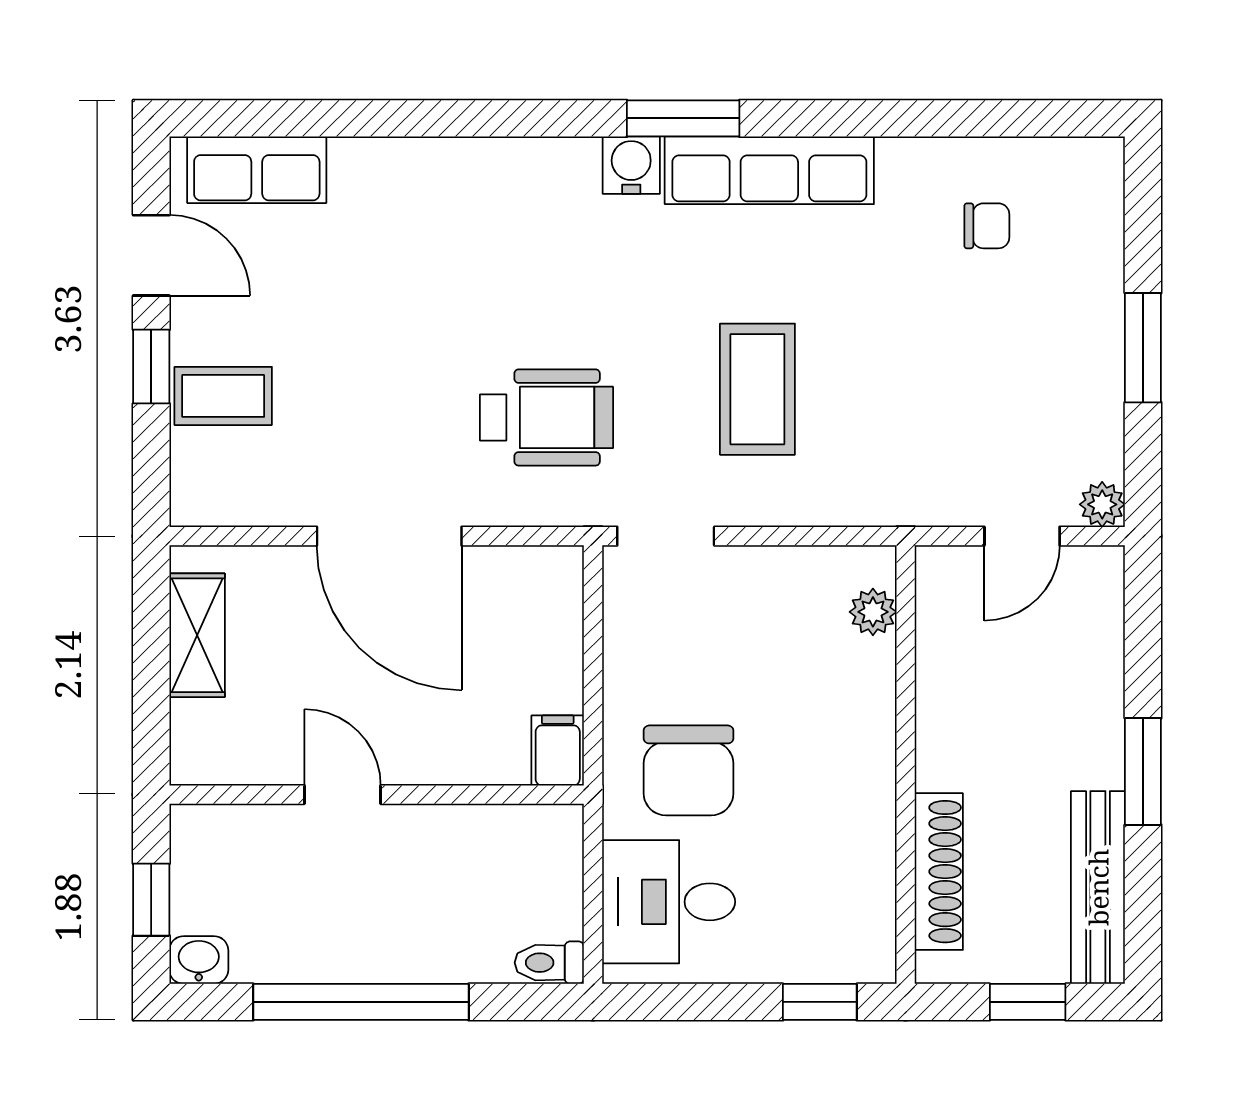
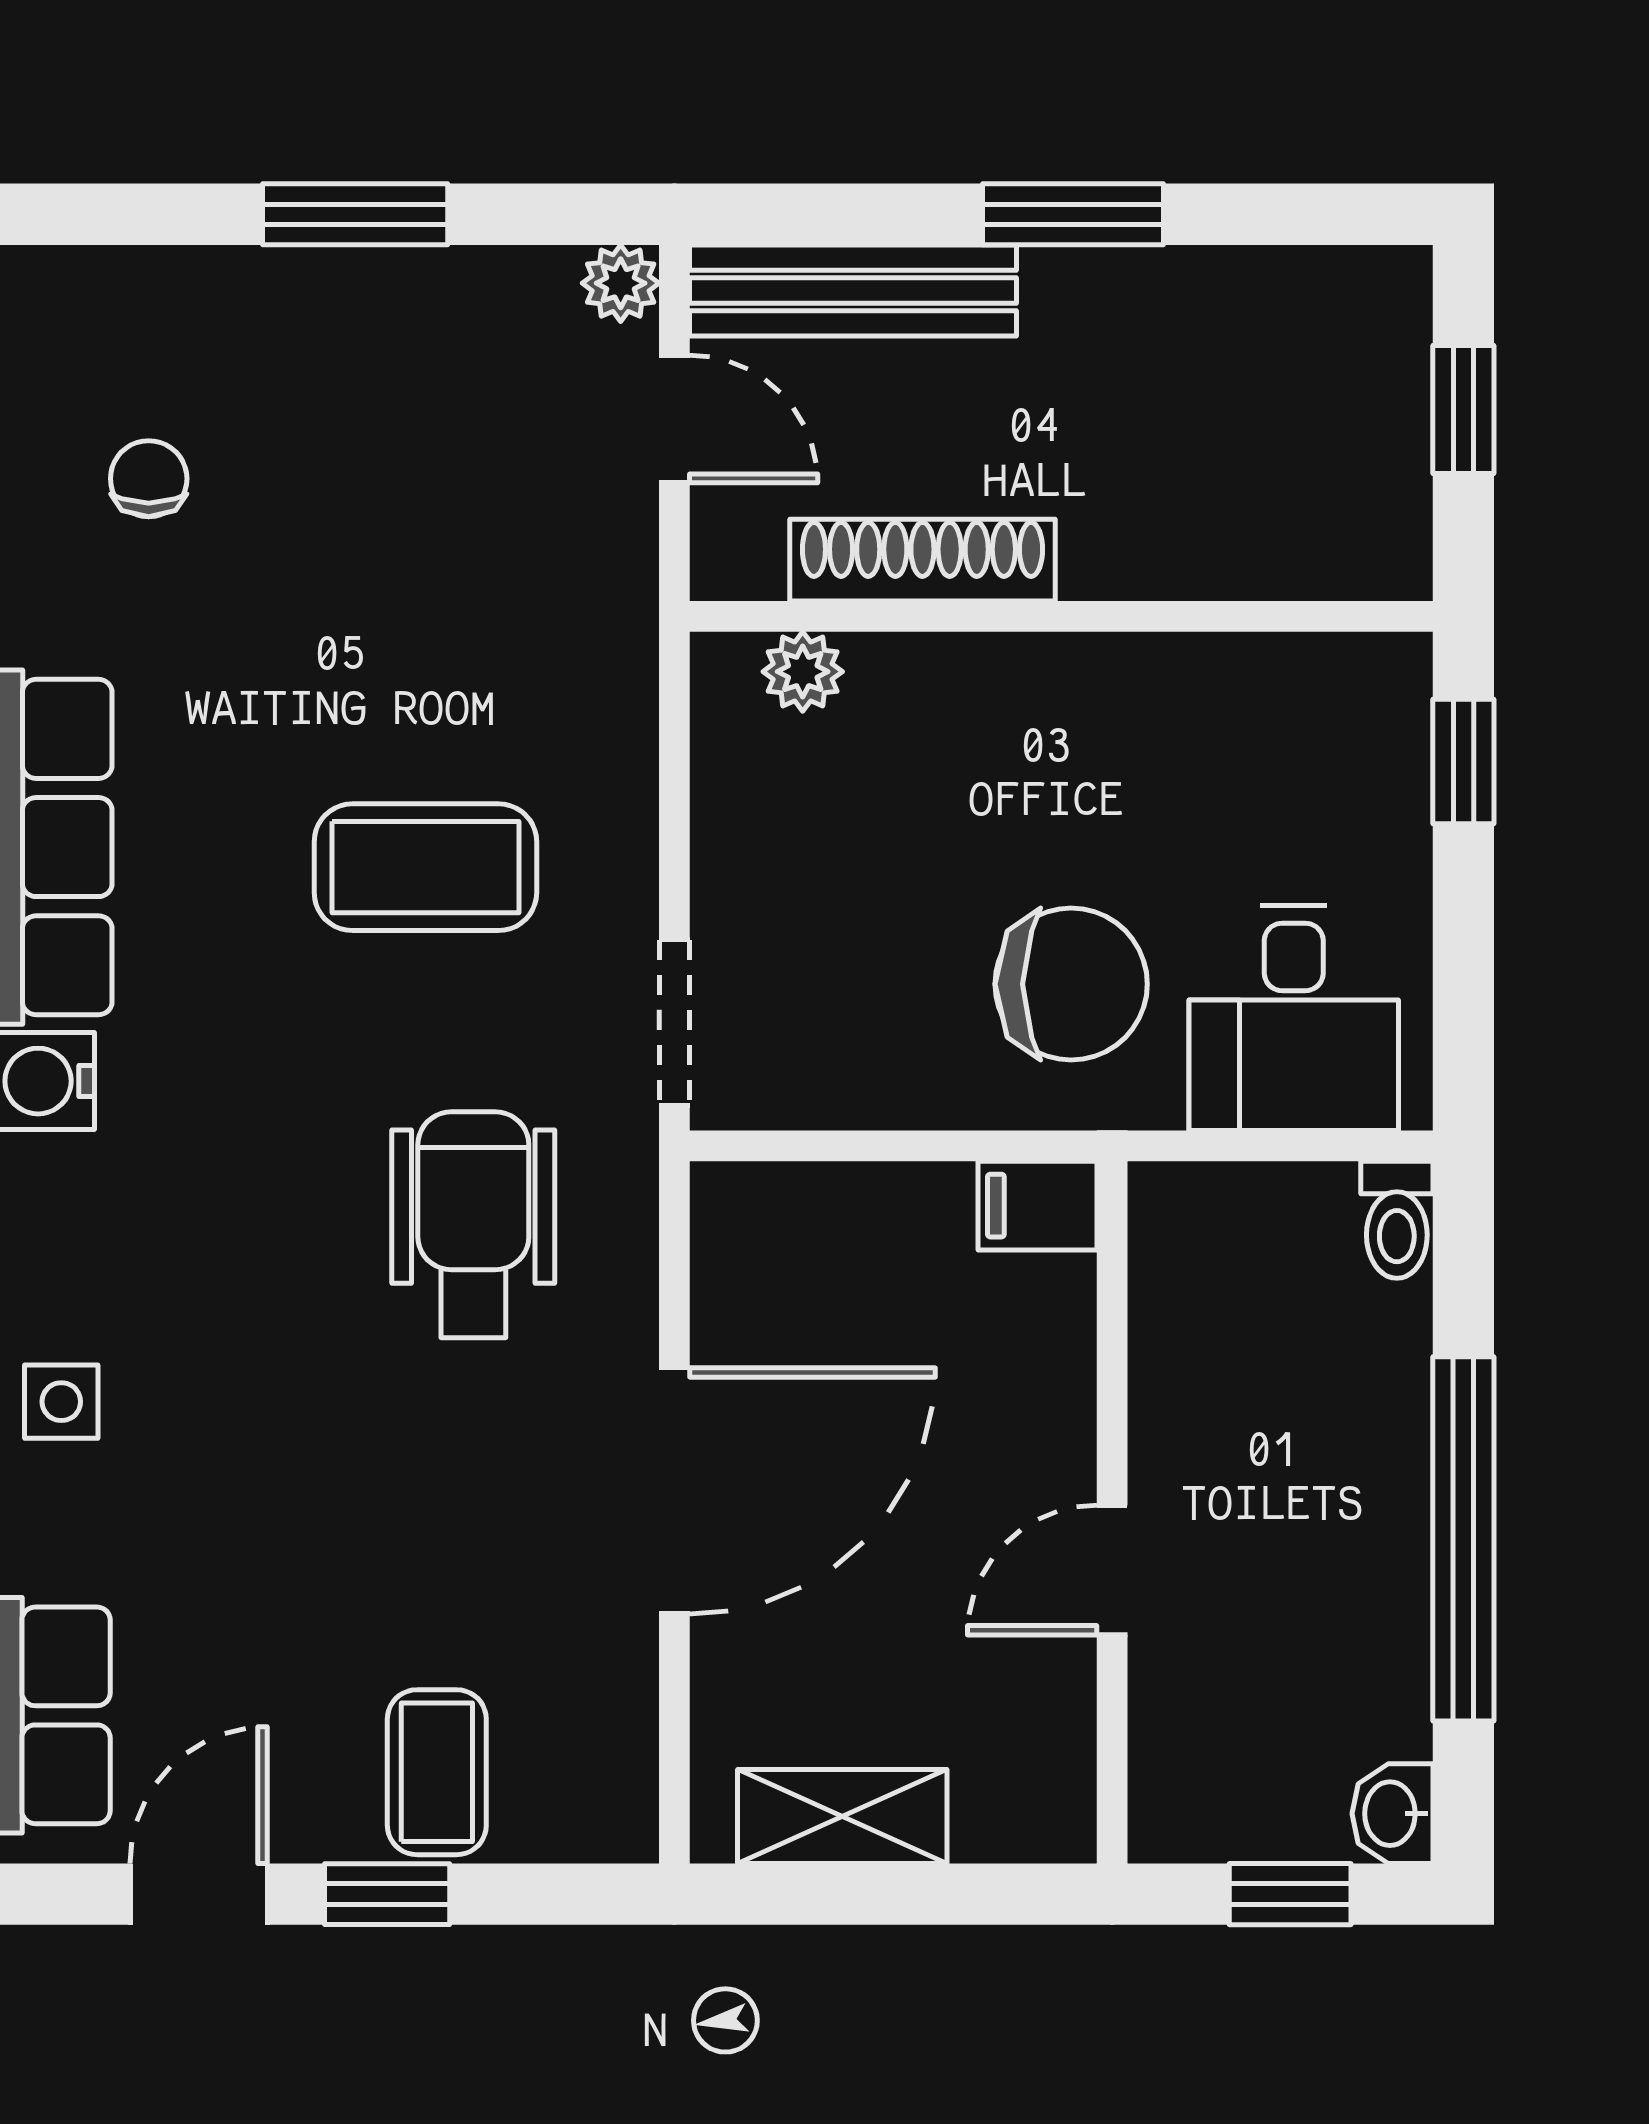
side table: (442, 174) -> (61, 1402), added
shoe rack: (939, 872) -> (922, 560), moved
bench: (1098, 887) -> (853, 291), moved

